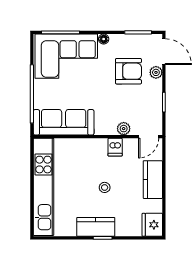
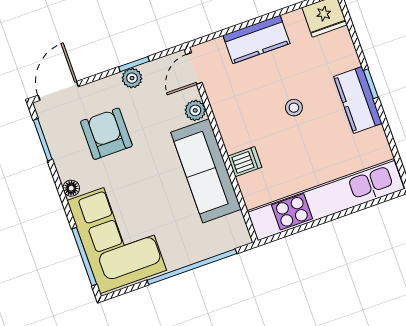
plant: (156, 72) -> (132, 78), moved
sofa: (64, 122) -> (206, 171), moved
door: (149, 137) -> (194, 69), swing flipped
dishwasher: (115, 147) -> (245, 162), moved

